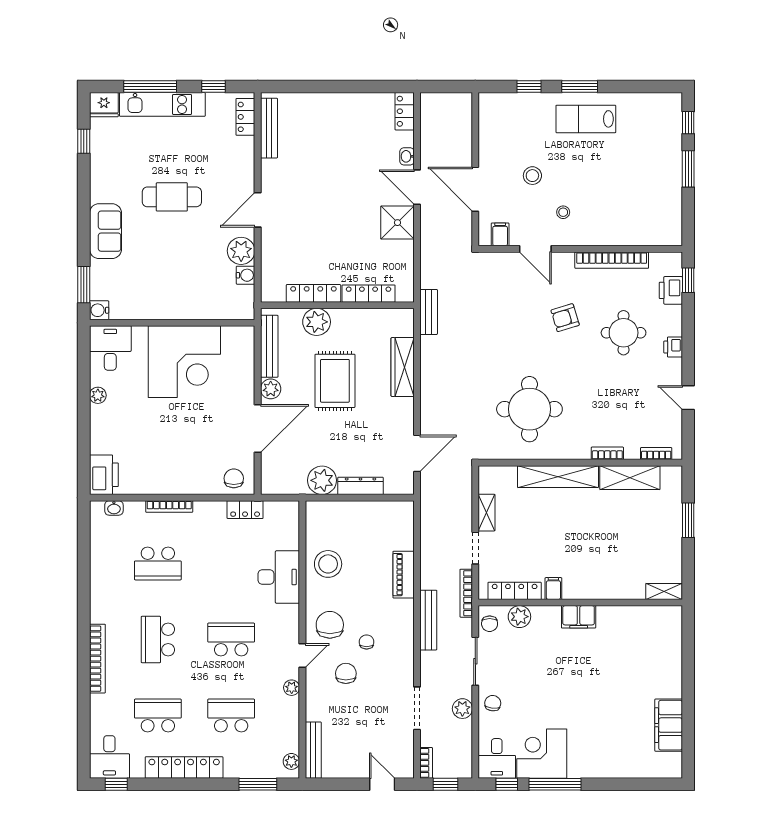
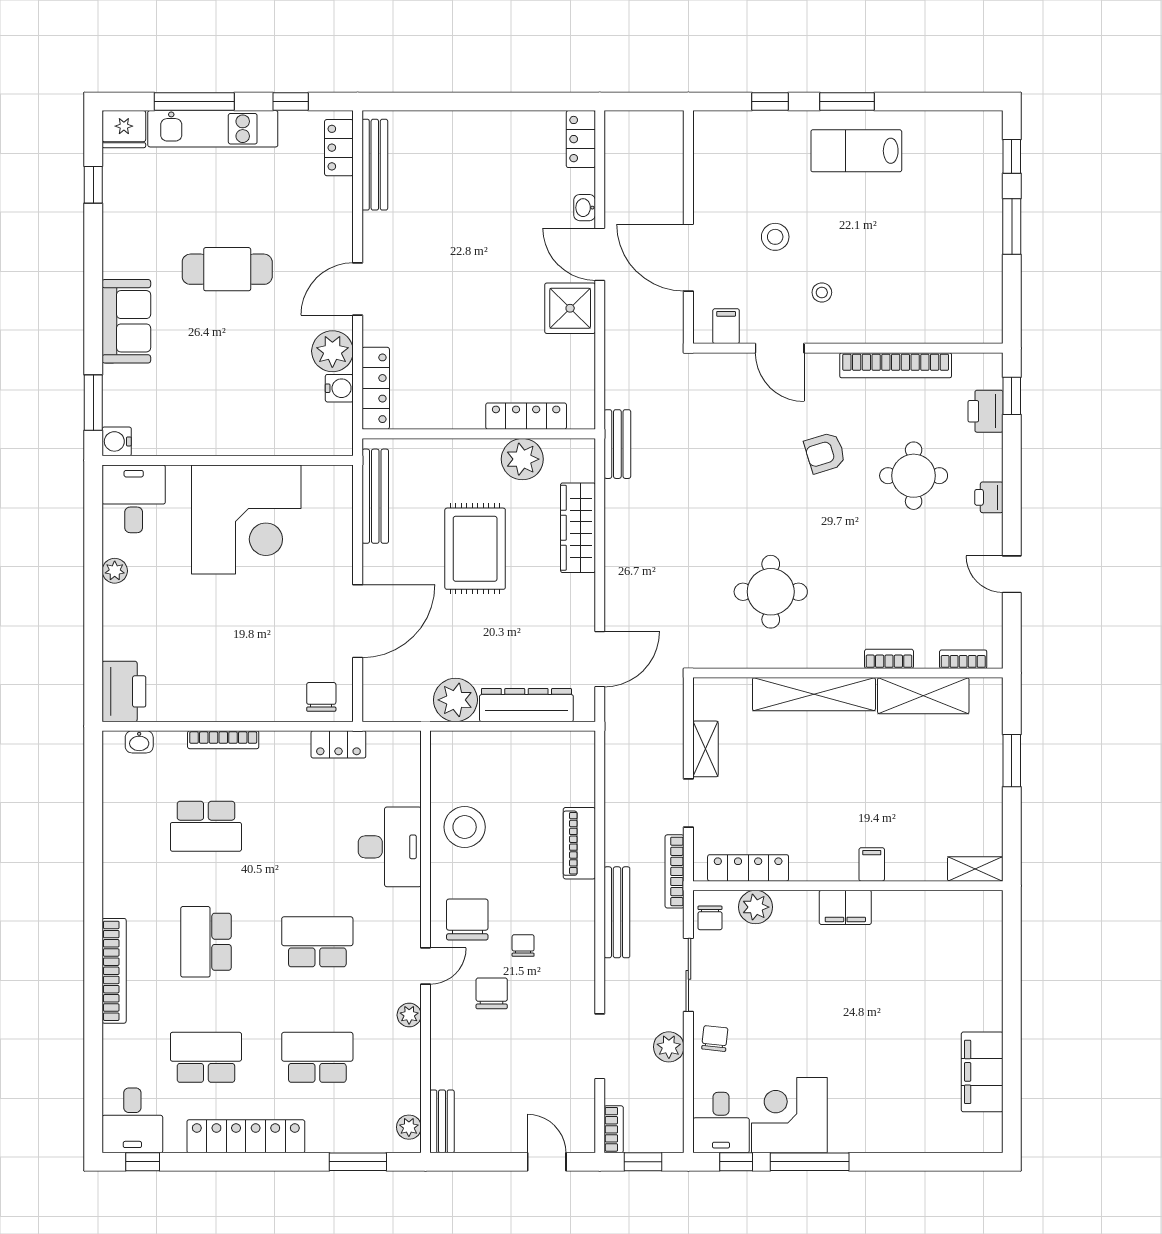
locker: (313, 293) -> (376, 388), moved, turned 90
plant: (317, 322) -> (522, 459), moved
plant: (271, 389) -> (377, 561), removed
round table: (529, 409) -> (771, 592), width x0.73, depth x0.73
dresser: (361, 486) -> (526, 705), width x1.37, depth x1.24
filing cabinet: (553, 589) -> (872, 864), moved
bench: (313, 750) -> (442, 1121), width x0.73

